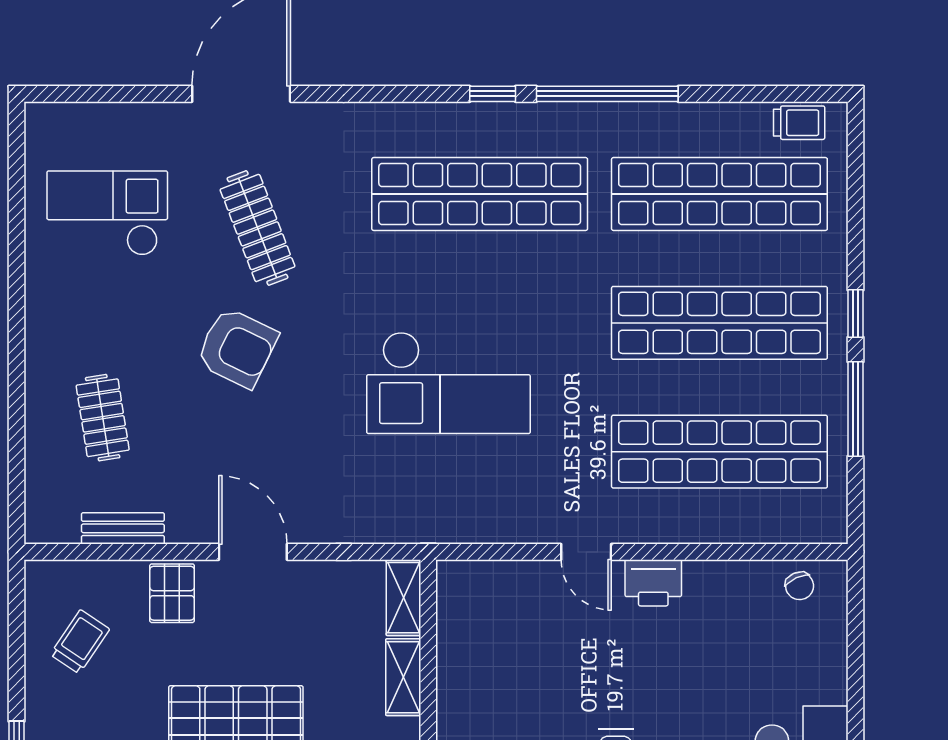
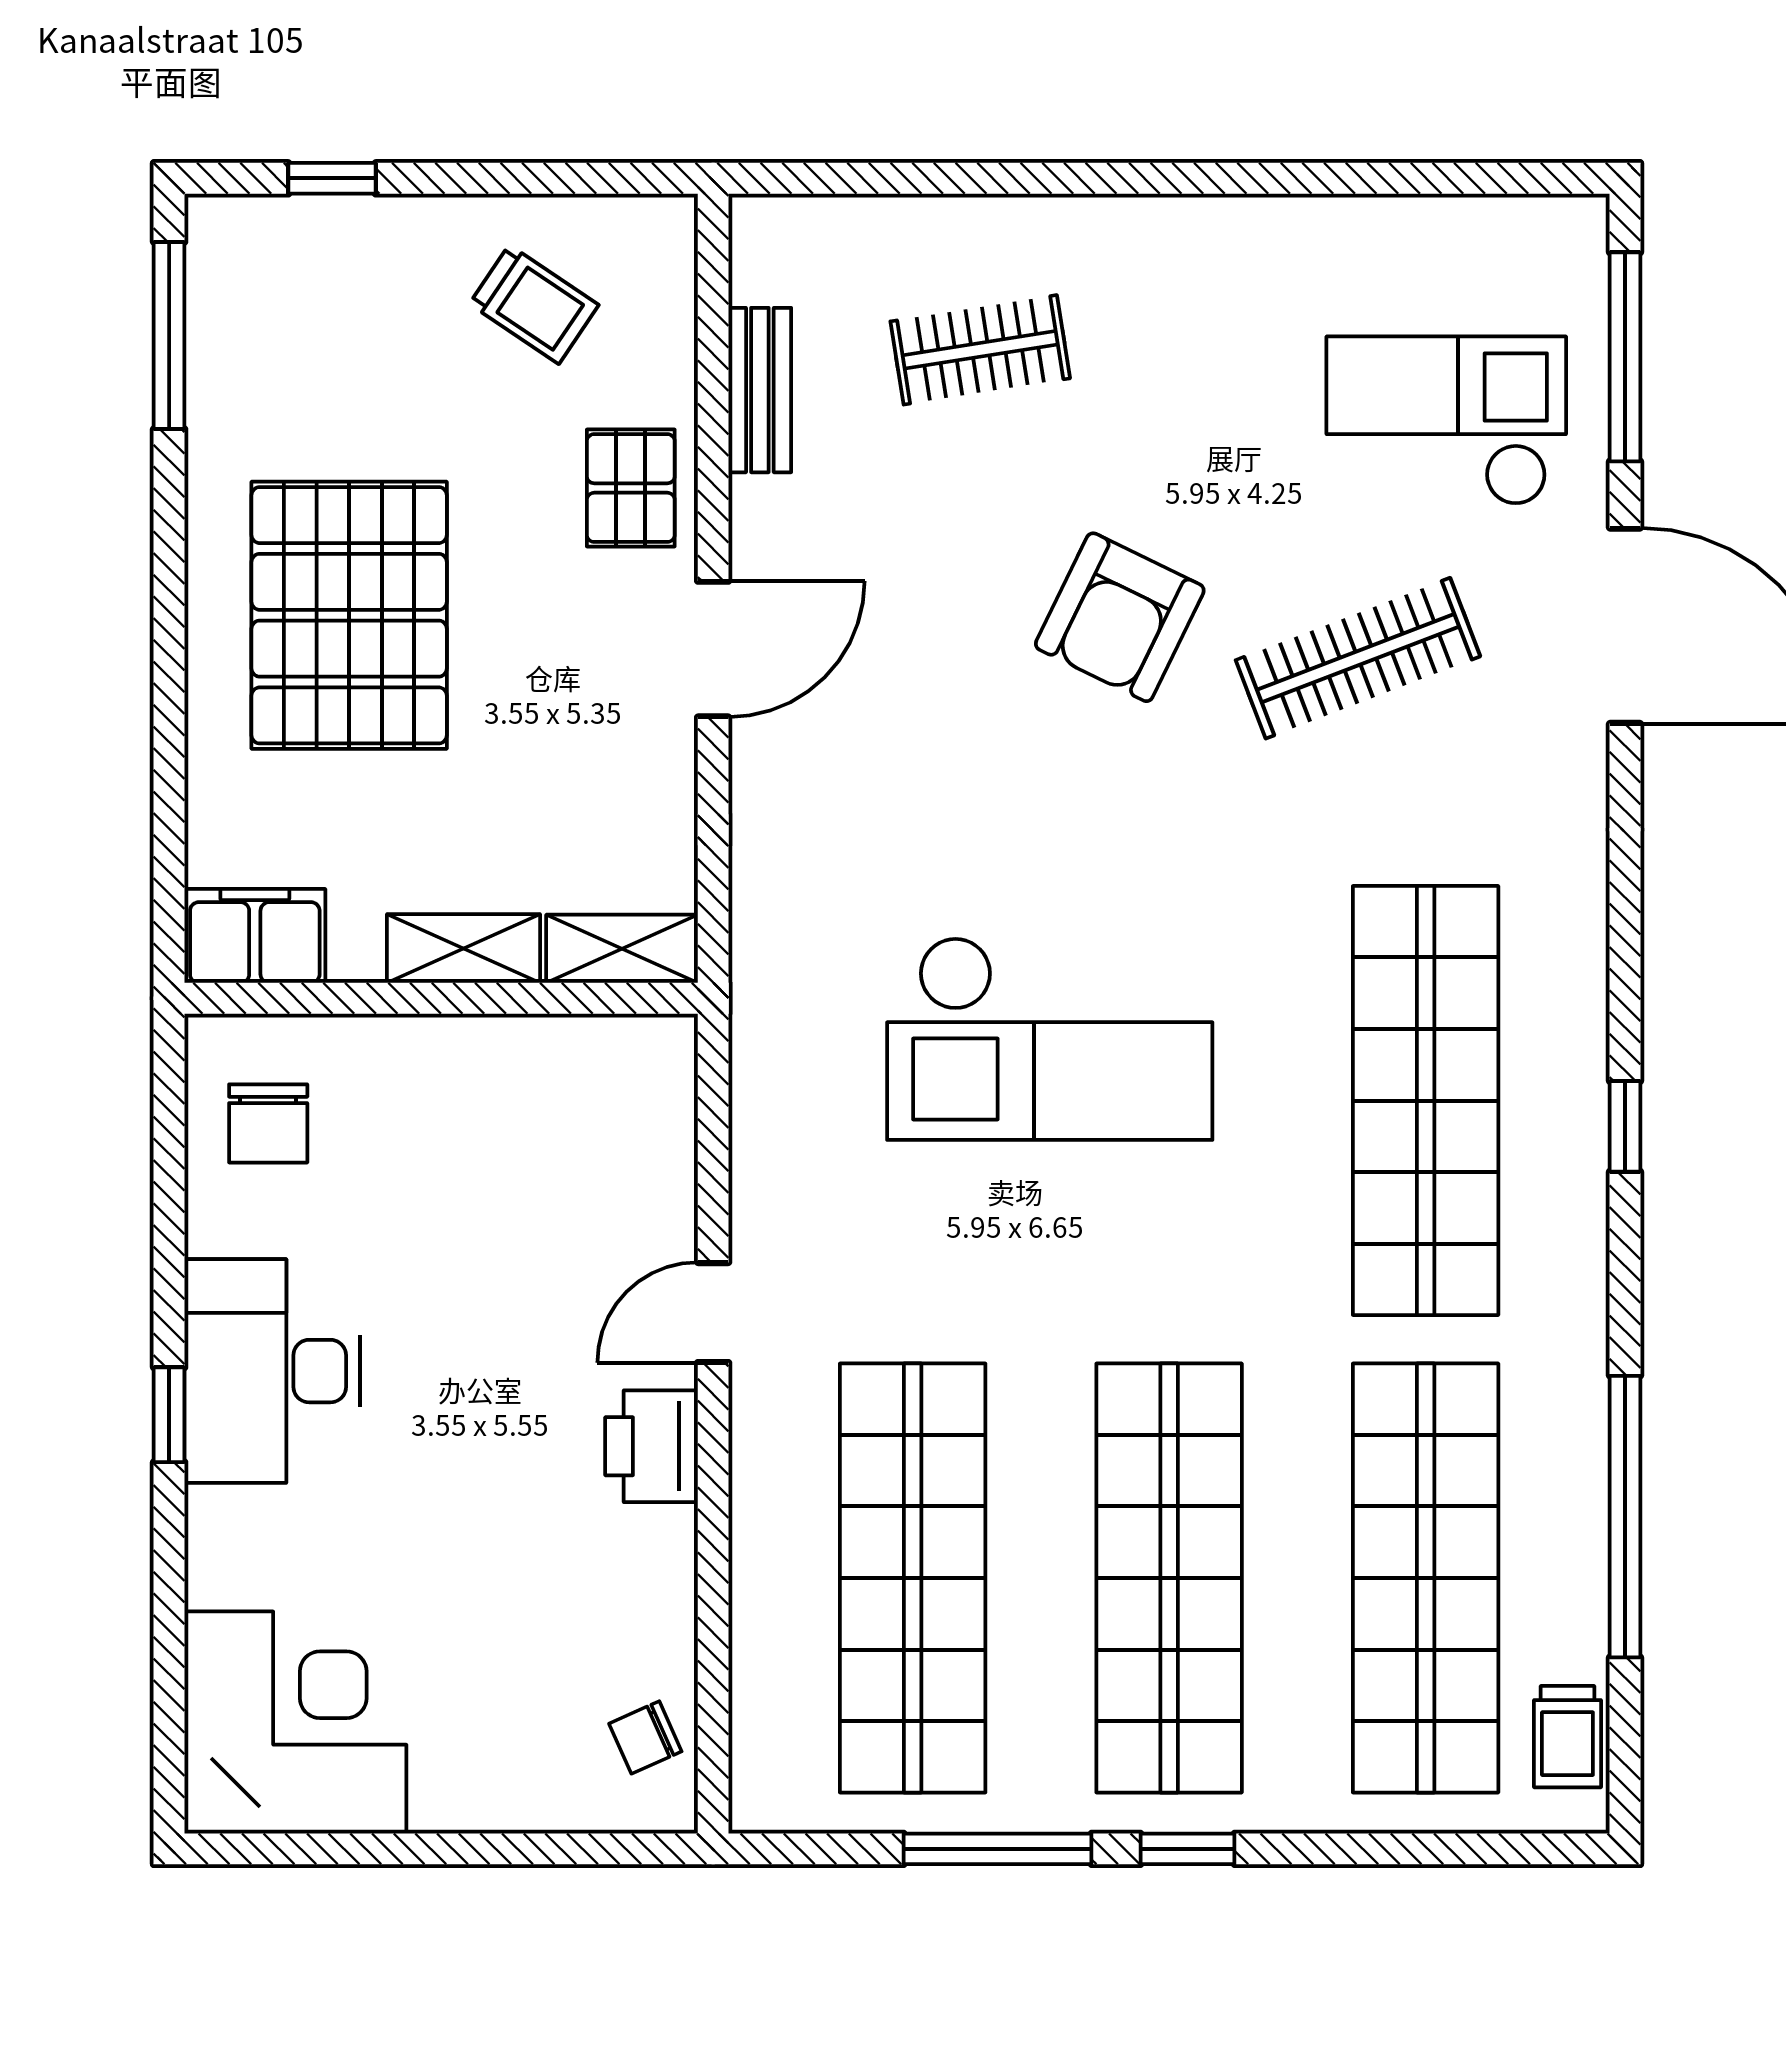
window: (106, 94) -> (1625, 357), added
window: (607, 94) -> (1625, 1517), moved
checkout: (107, 213) -> (1446, 421), moved, turned -90
checkout: (448, 383) -> (1050, 1038), turned -90
pallet: (172, 593) -> (631, 488), turned 90

